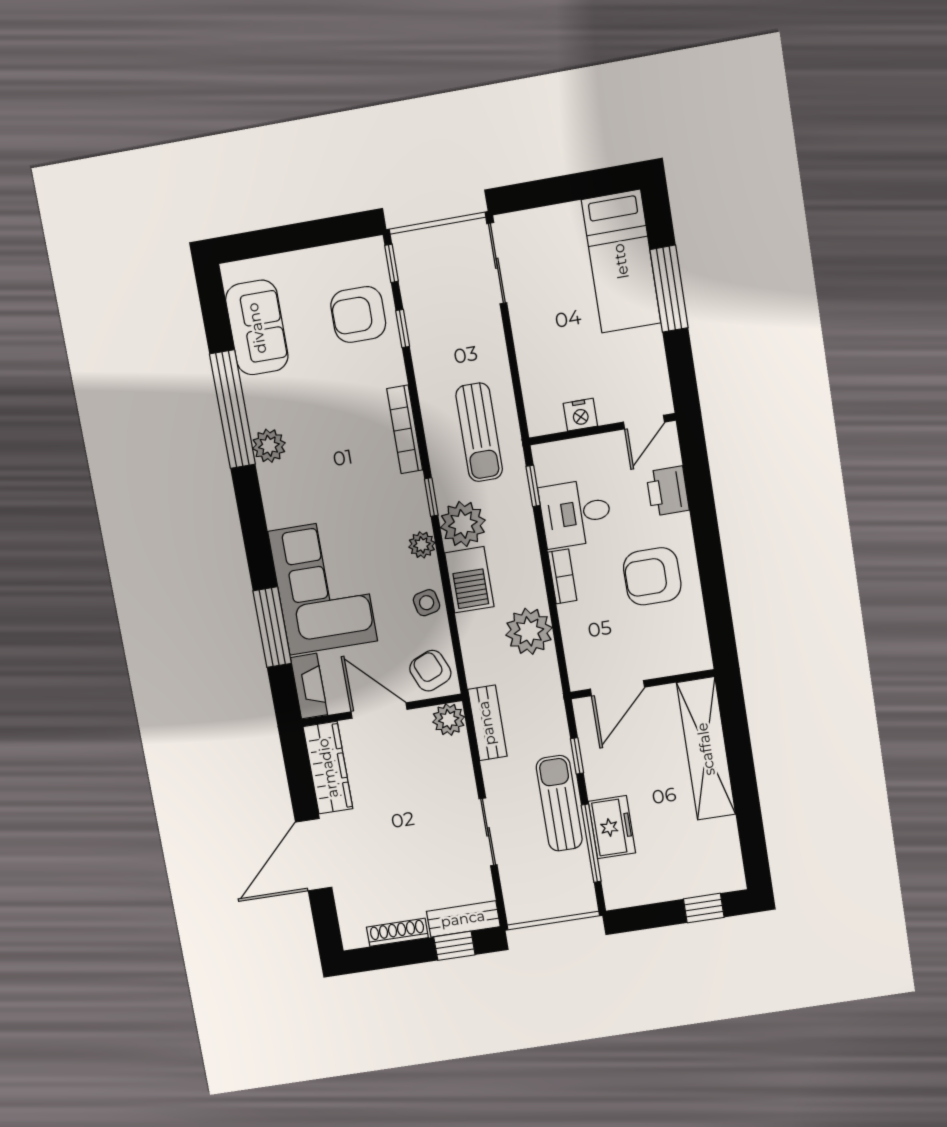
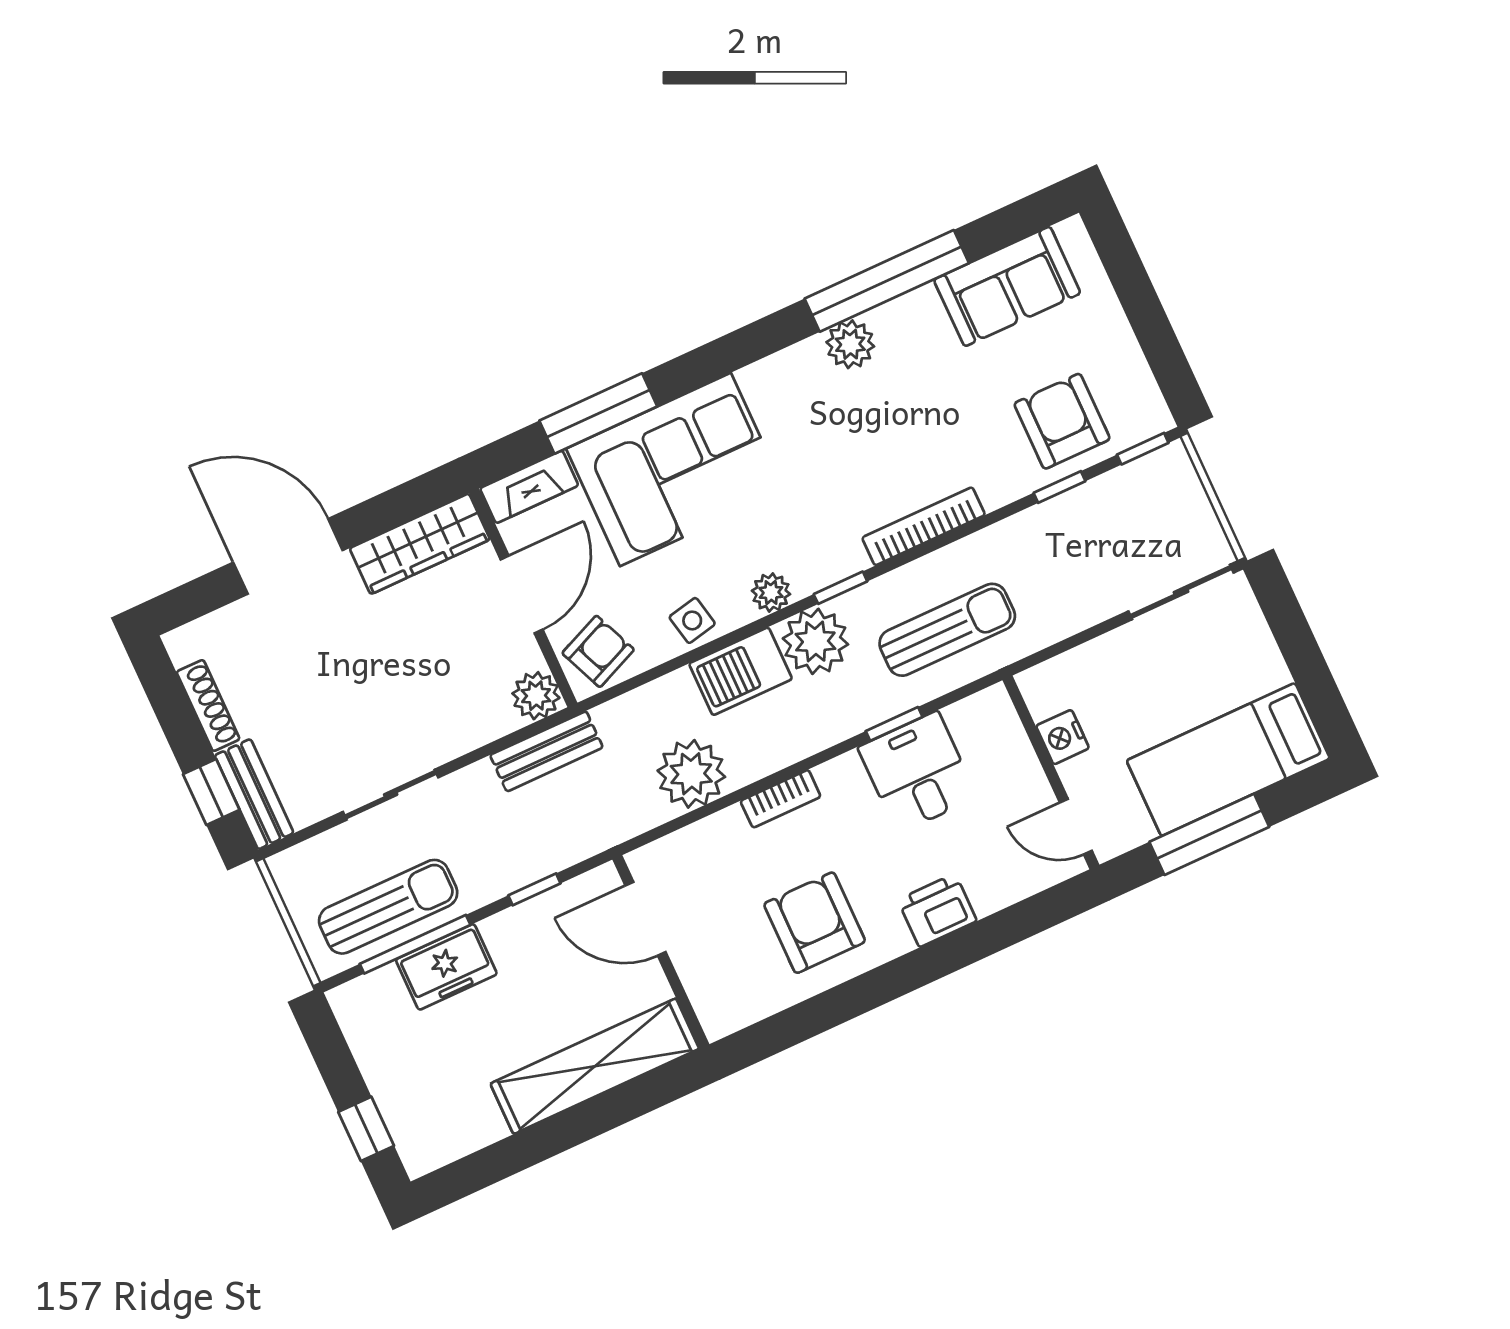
nightstand: (580, 415) -> (1062, 737), moved
door: (644, 422) -> (1076, 827), moved
wall: (602, 429) -> (1051, 772), moved
sun lounger: (479, 432) -> (947, 630), turned 180
desk: (576, 513) -> (917, 772), moved
sun lounger: (559, 803) -> (388, 907), moved

